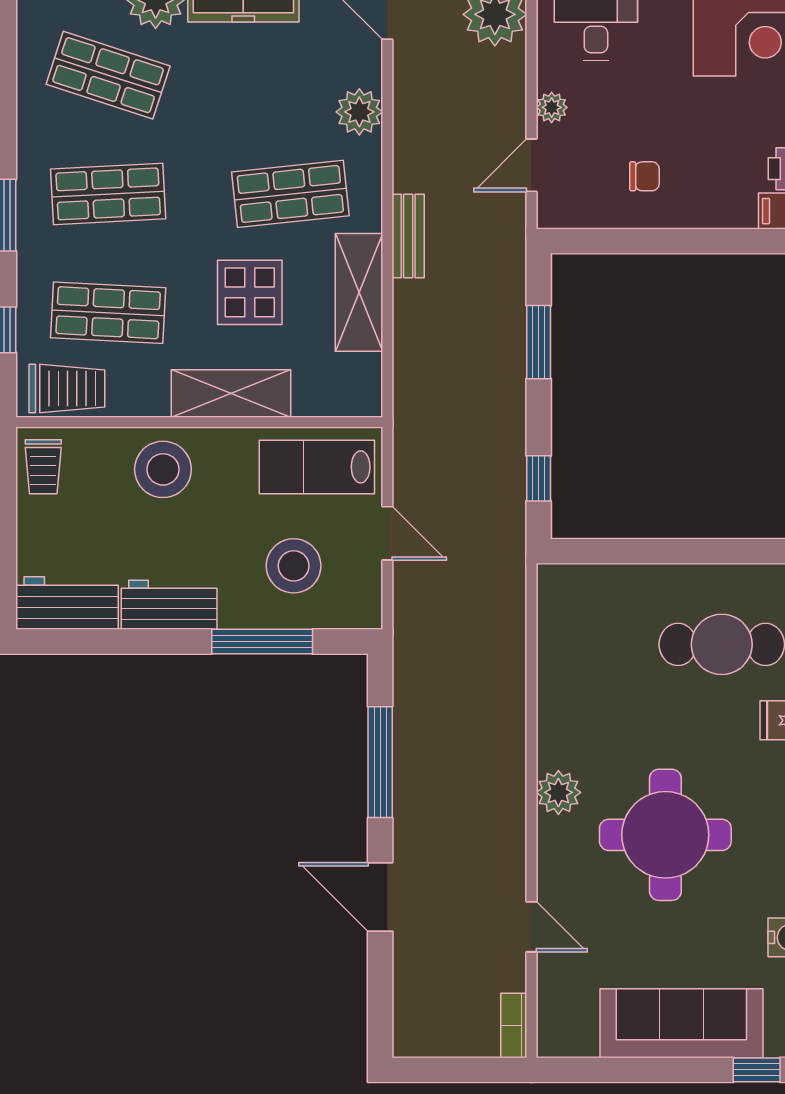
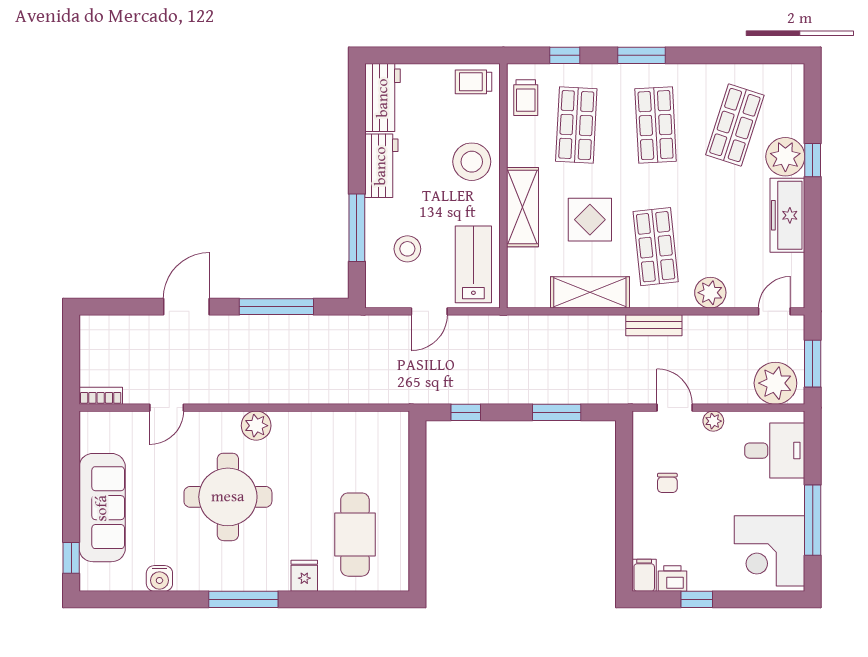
bench: (408, 236) -> (654, 325), moved
trolley: (67, 389) -> (526, 98), width x0.73, depth x0.72
stool: (294, 566) -> (407, 249), width x0.73, depth x0.73

